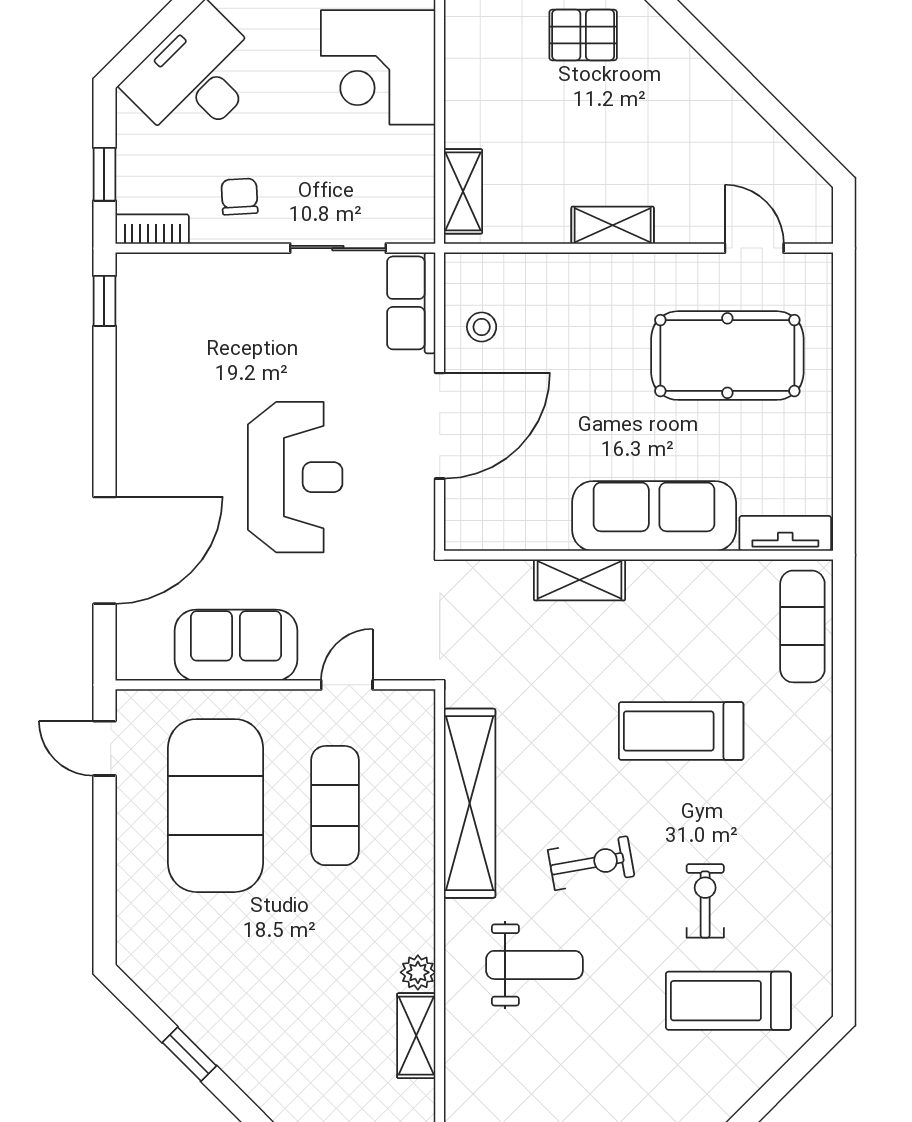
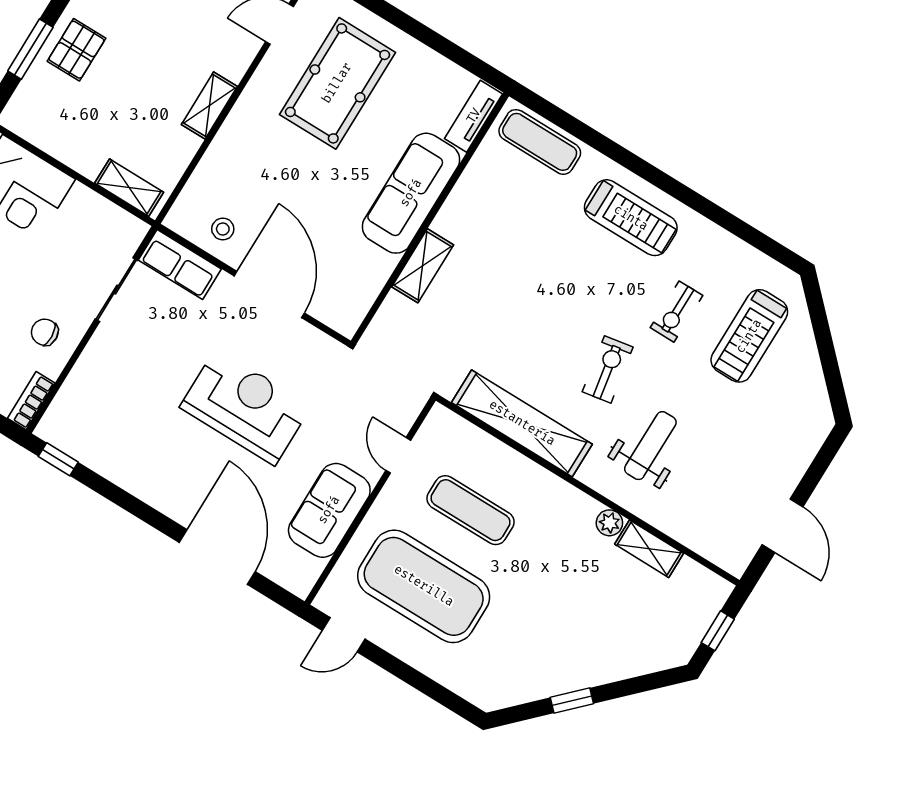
treadmill: (681, 731) -> (631, 218), moved, turned -90
exercise bike: (705, 901) -> (677, 312), turned -90

